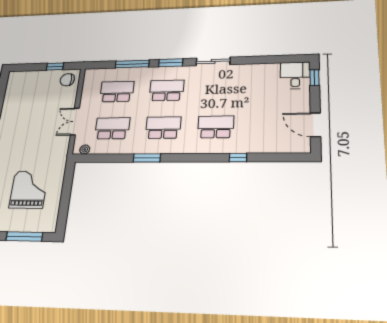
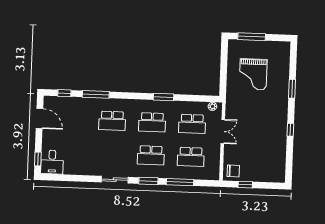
window: (282, 157) -> (64, 93), added
window: (238, 158) -> (96, 94), width x2.17

